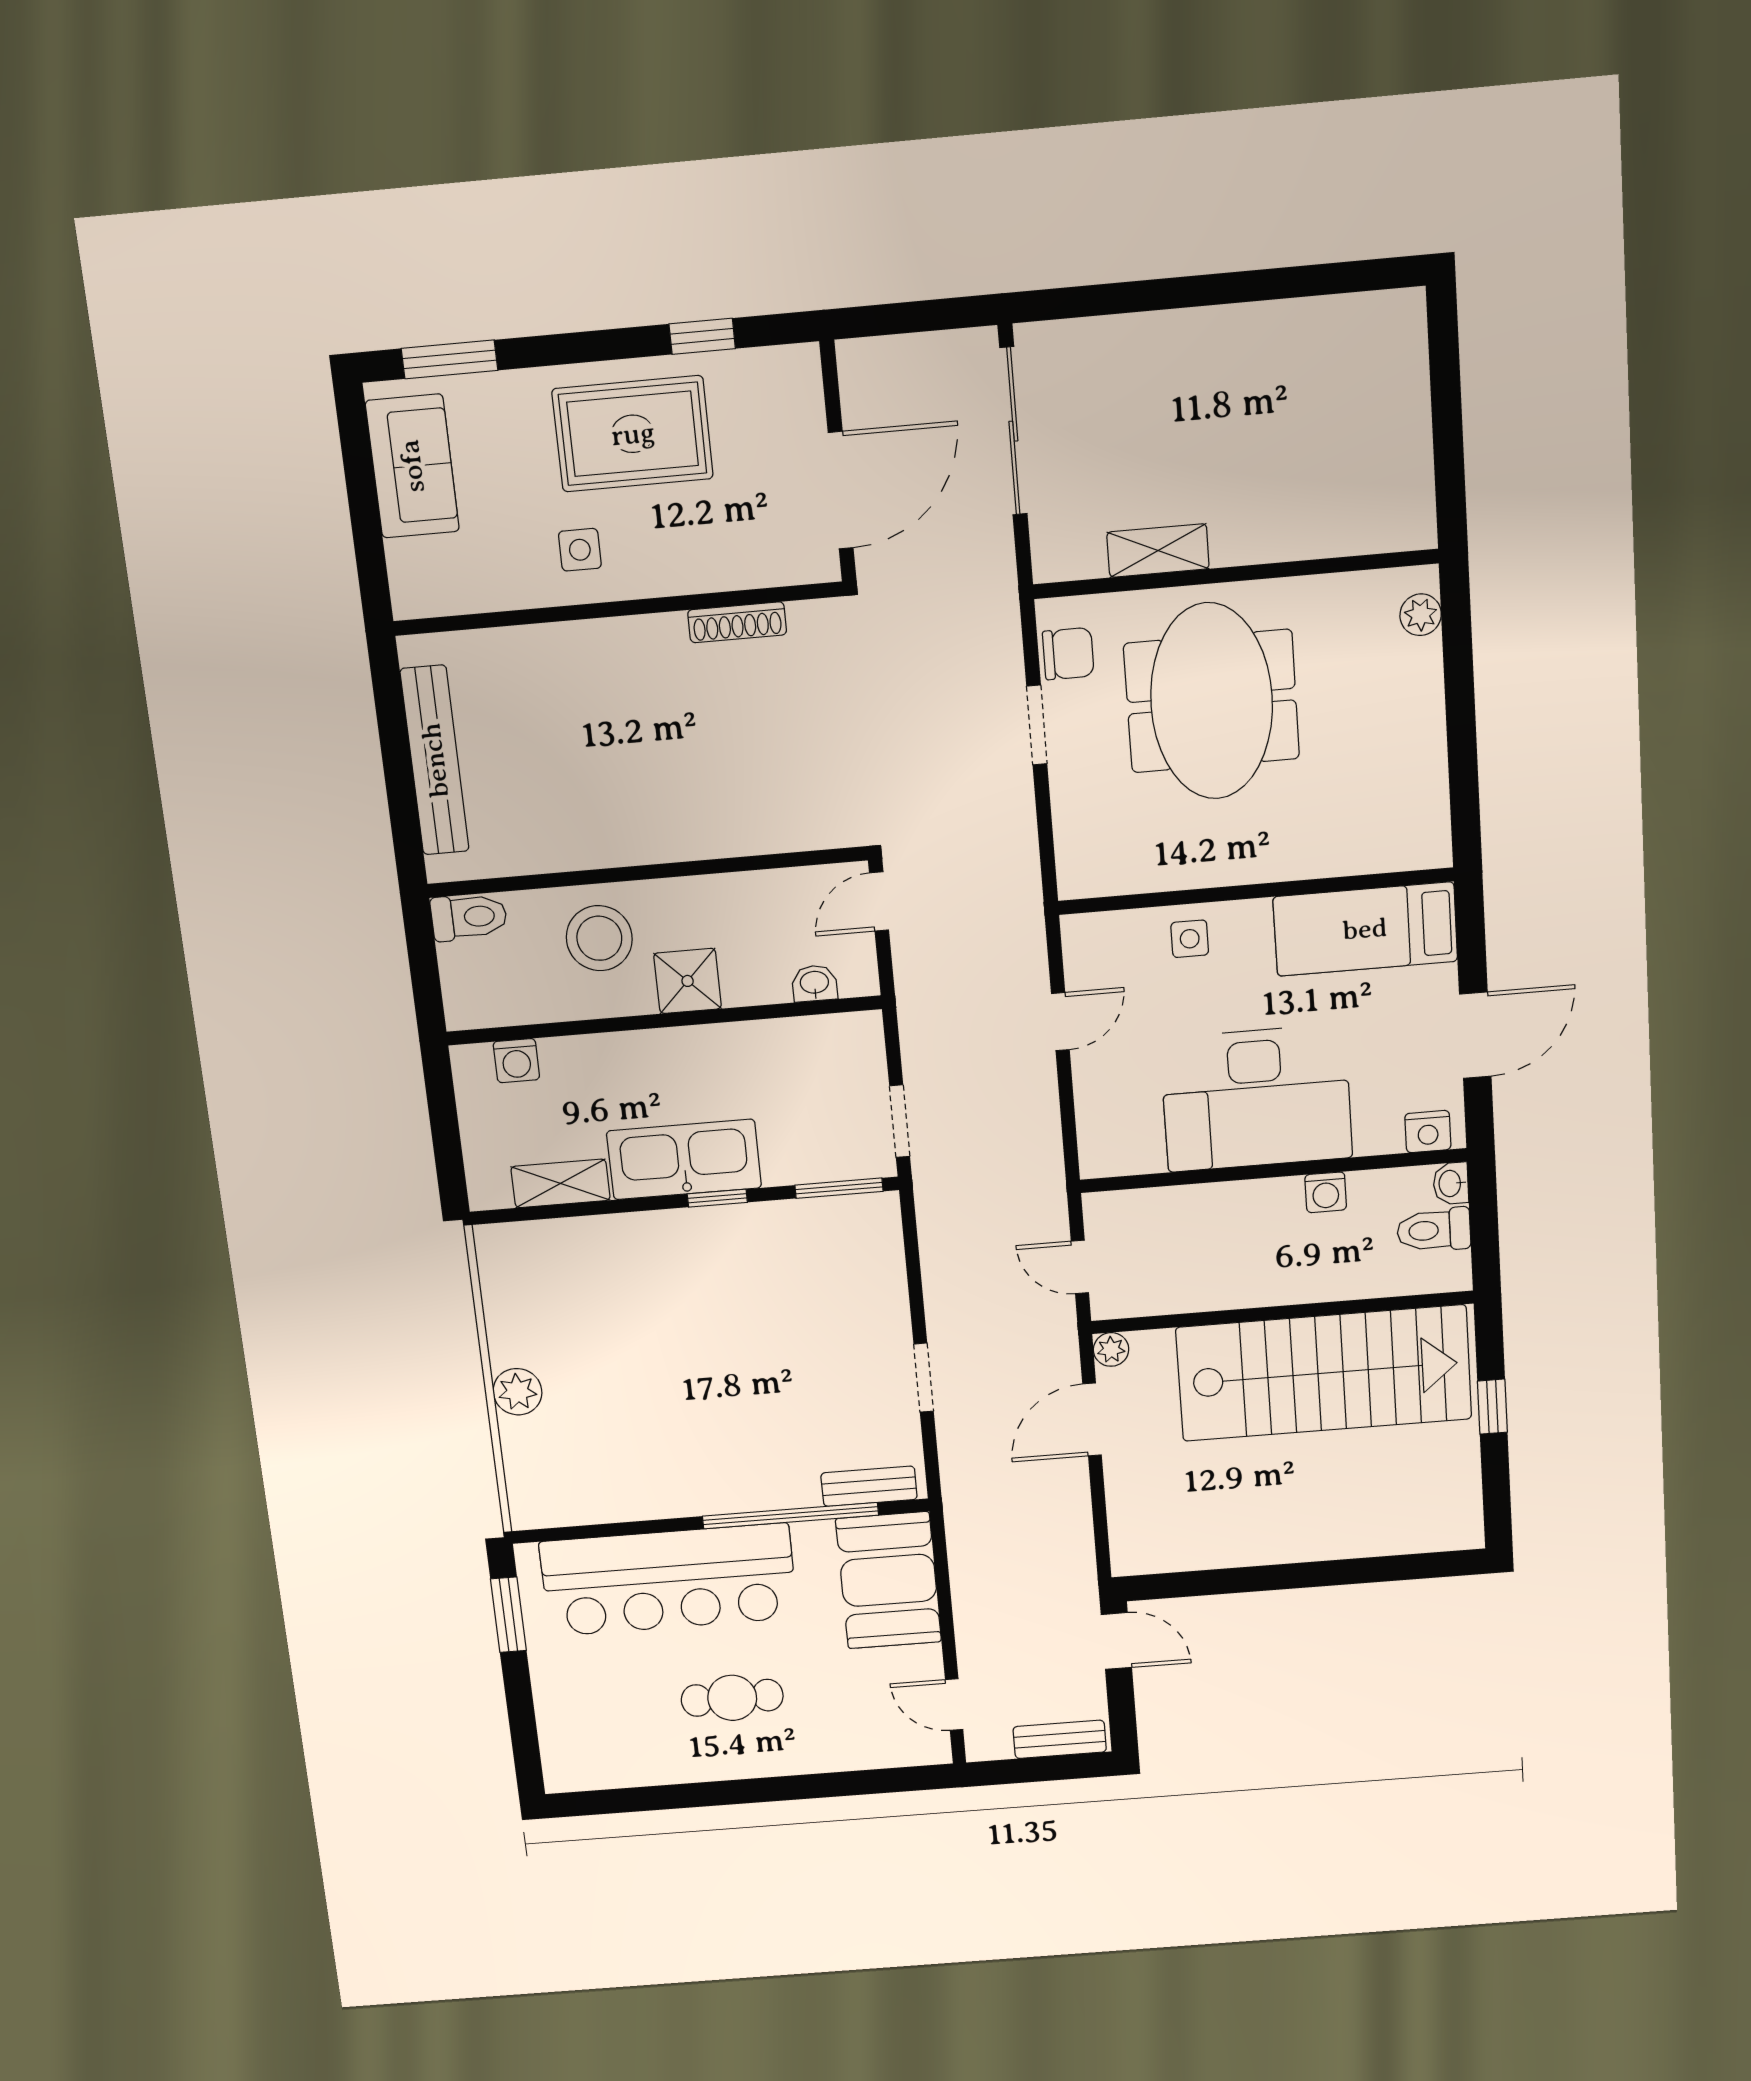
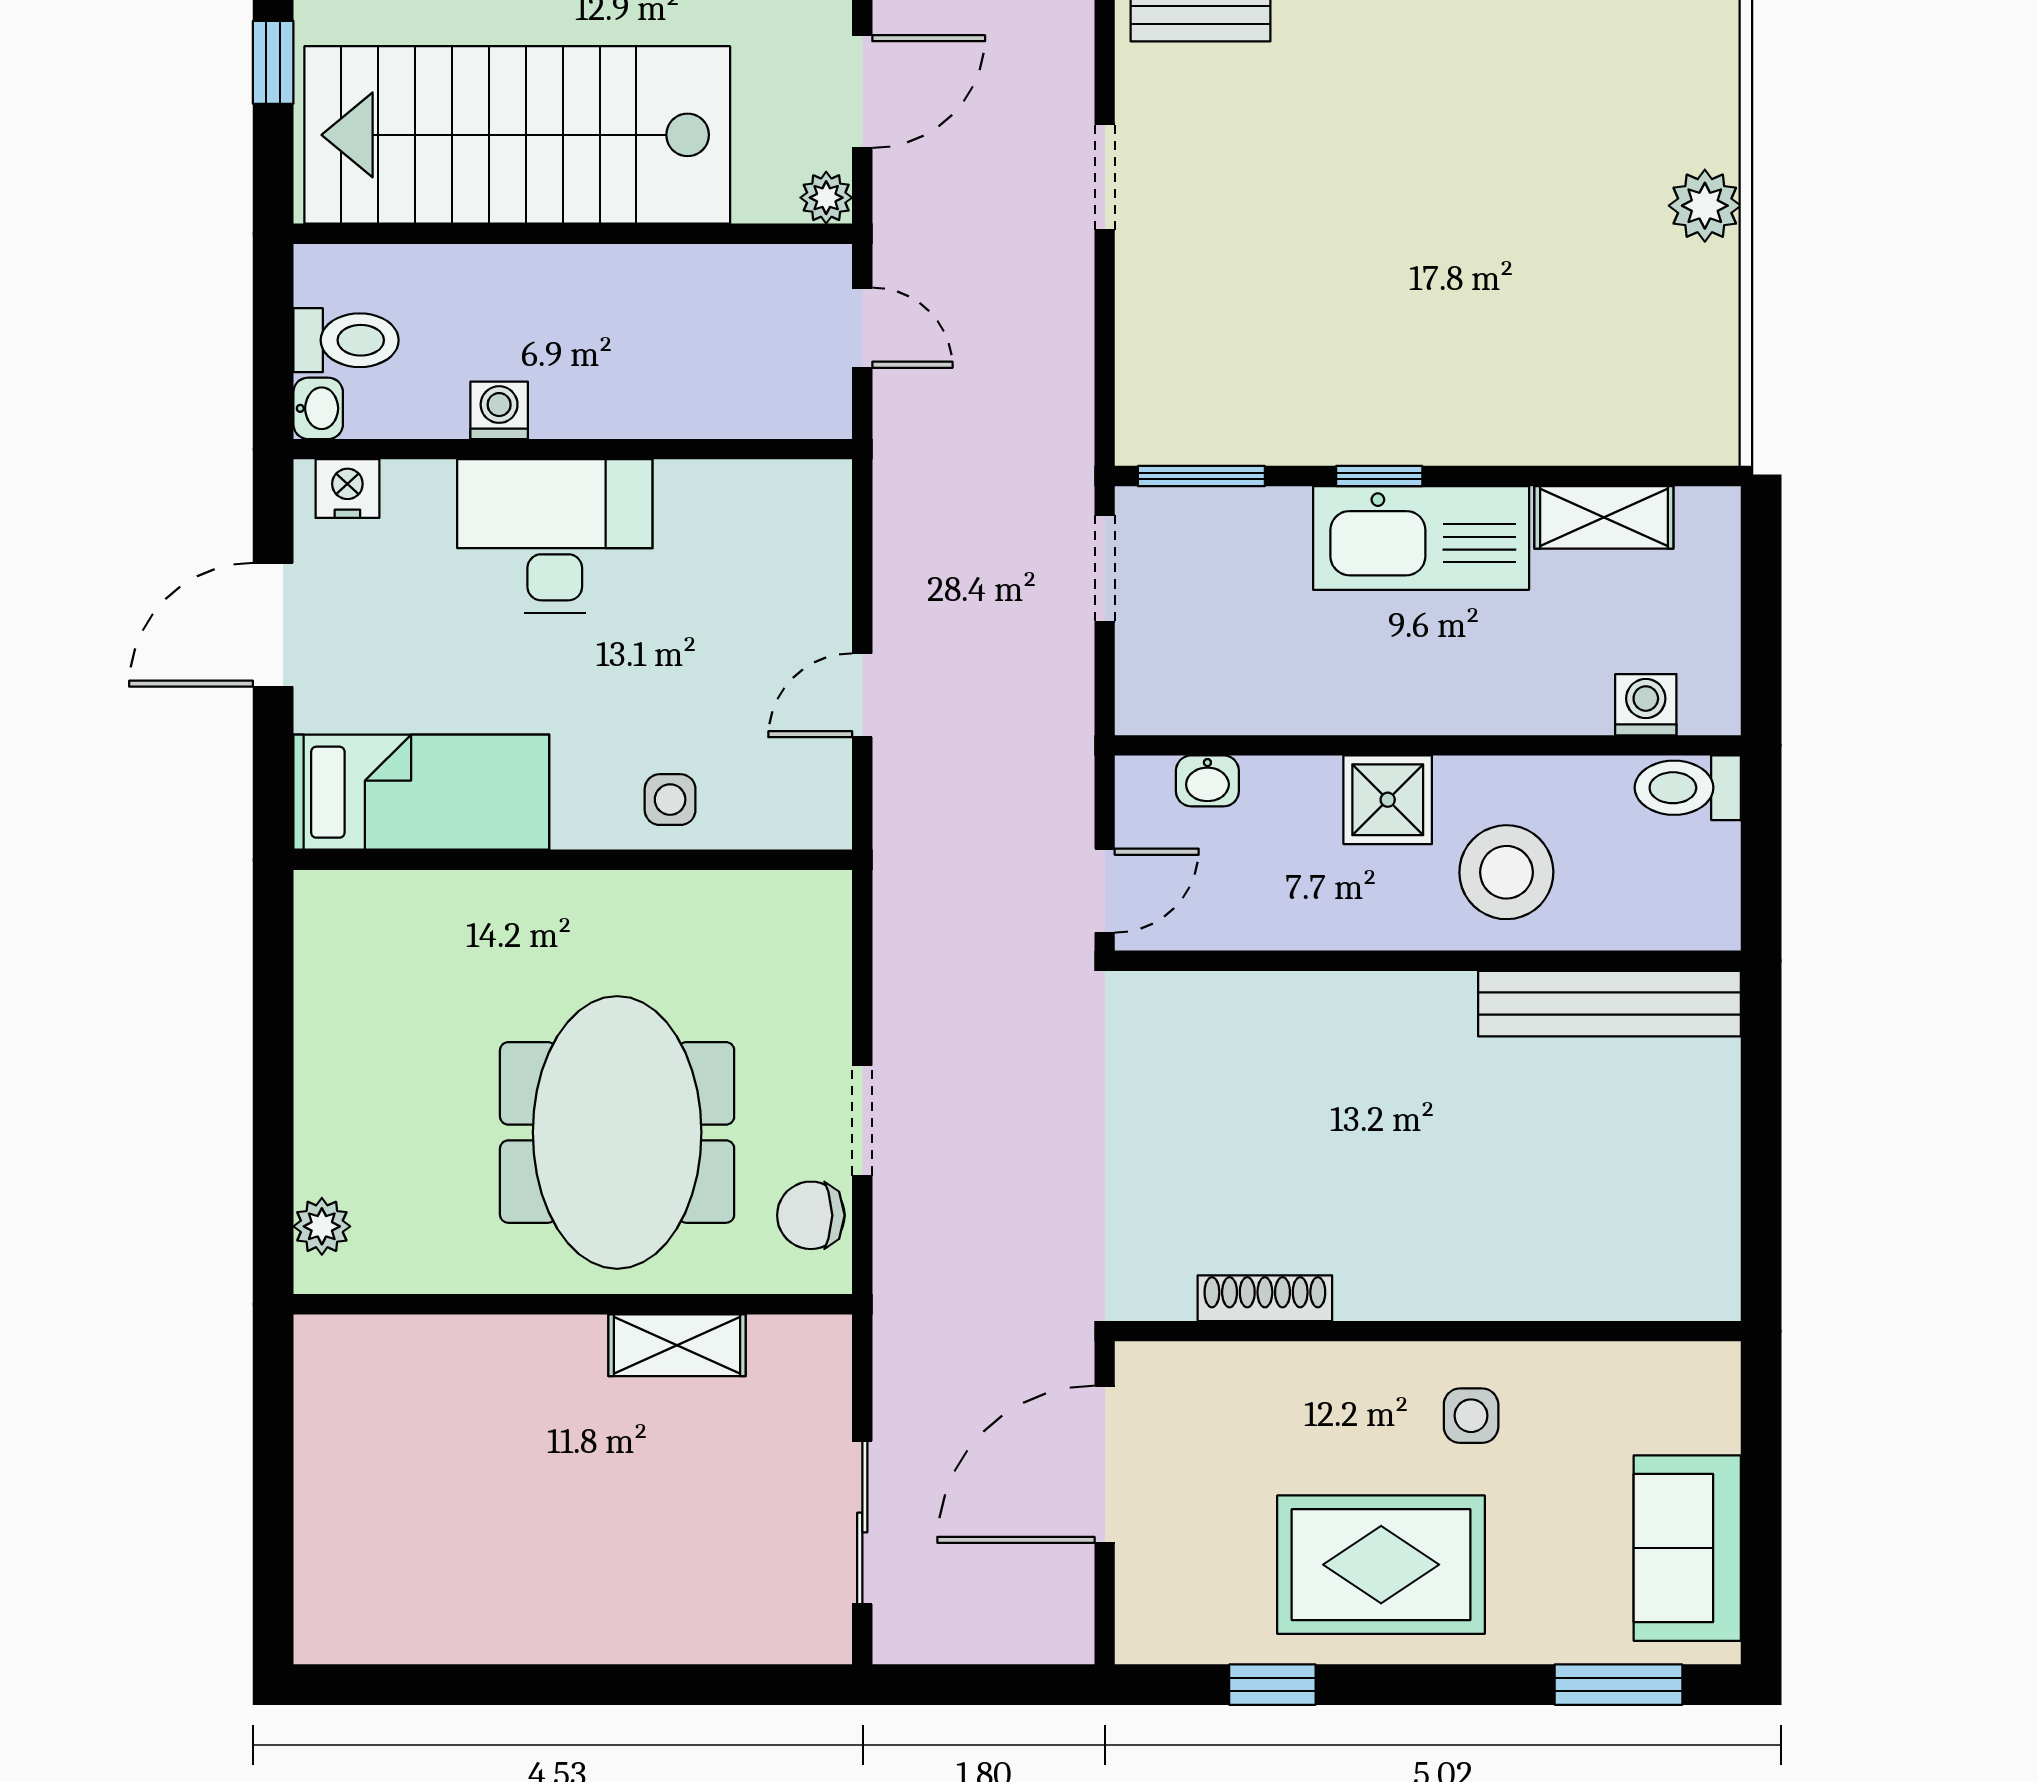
sliding door: (1013, 431) -> (862, 1522), width x0.73
bench: (435, 760) -> (1609, 1004), moved, turned 90
toilet: (469, 917) -> (1688, 788), moved
desk: (1256, 1098) -> (555, 536), width x0.73, depth x0.77

